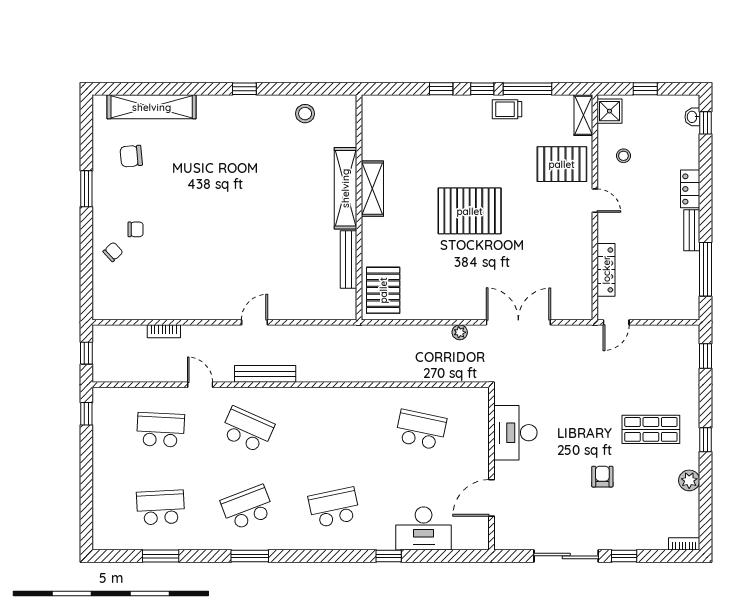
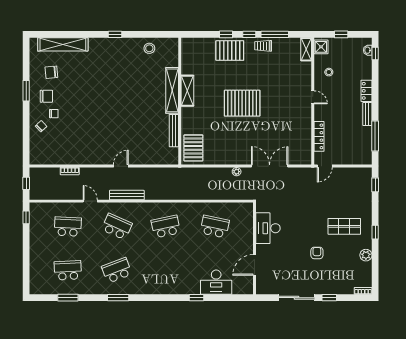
pallet: (562, 164) -> (230, 50), moved
chair: (122, 199) -> (46, 96), added
school desk: (334, 507) -> (166, 227), moved

